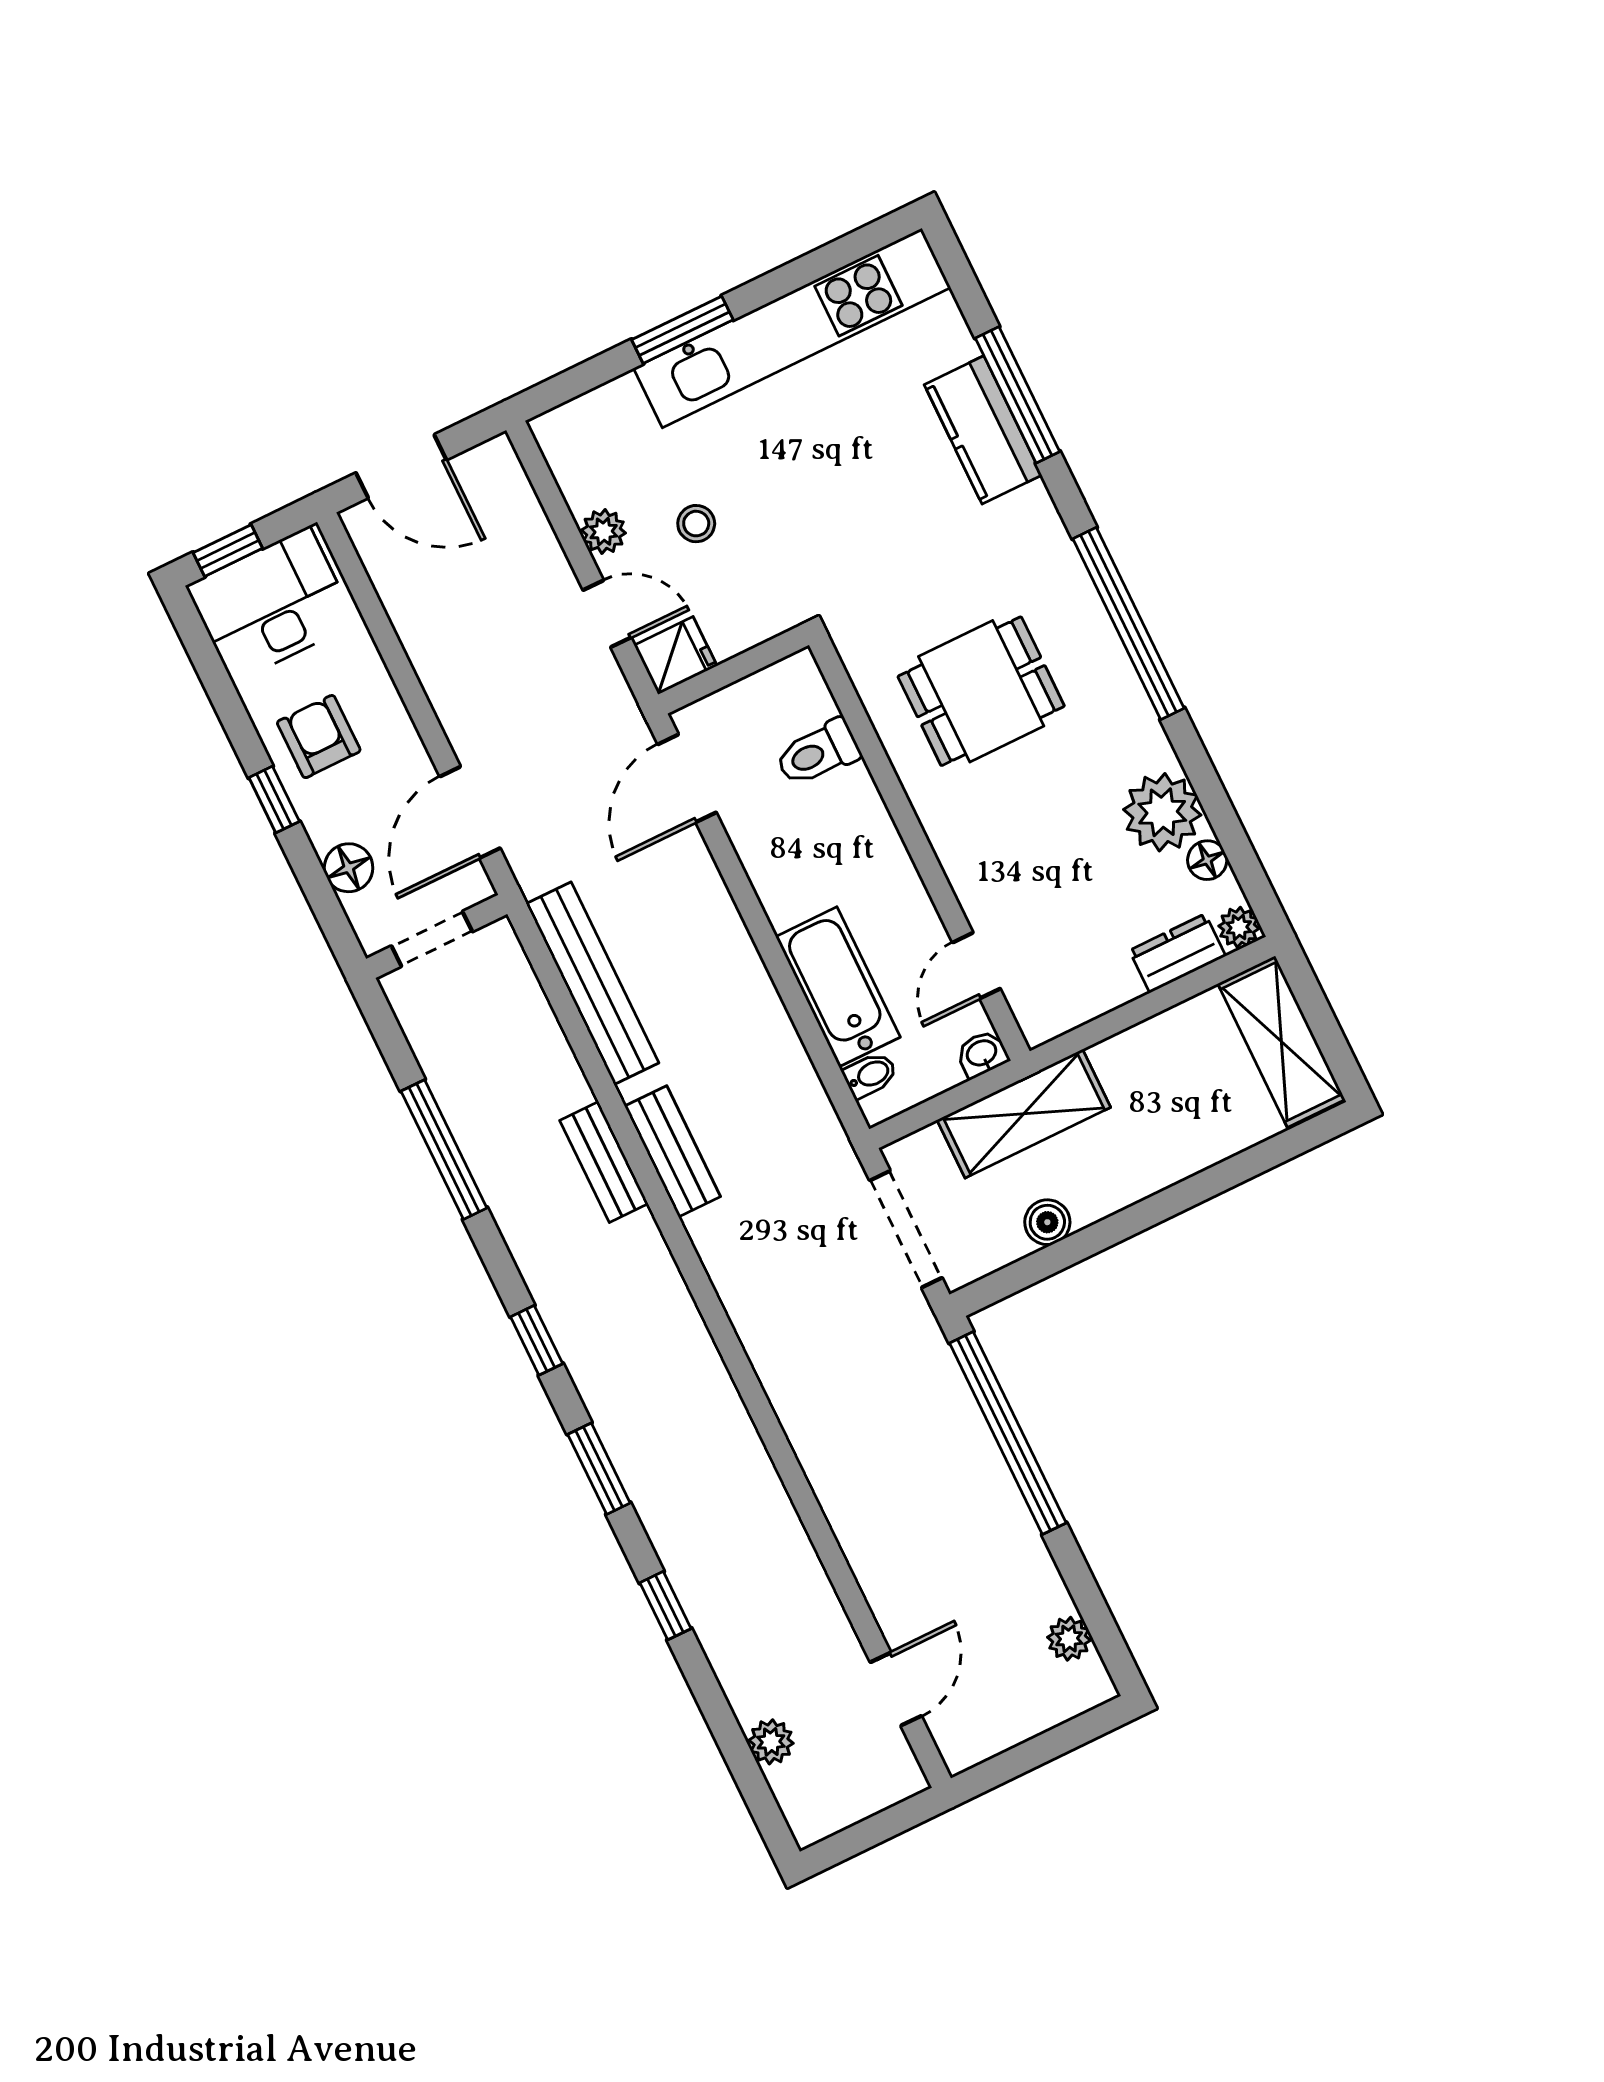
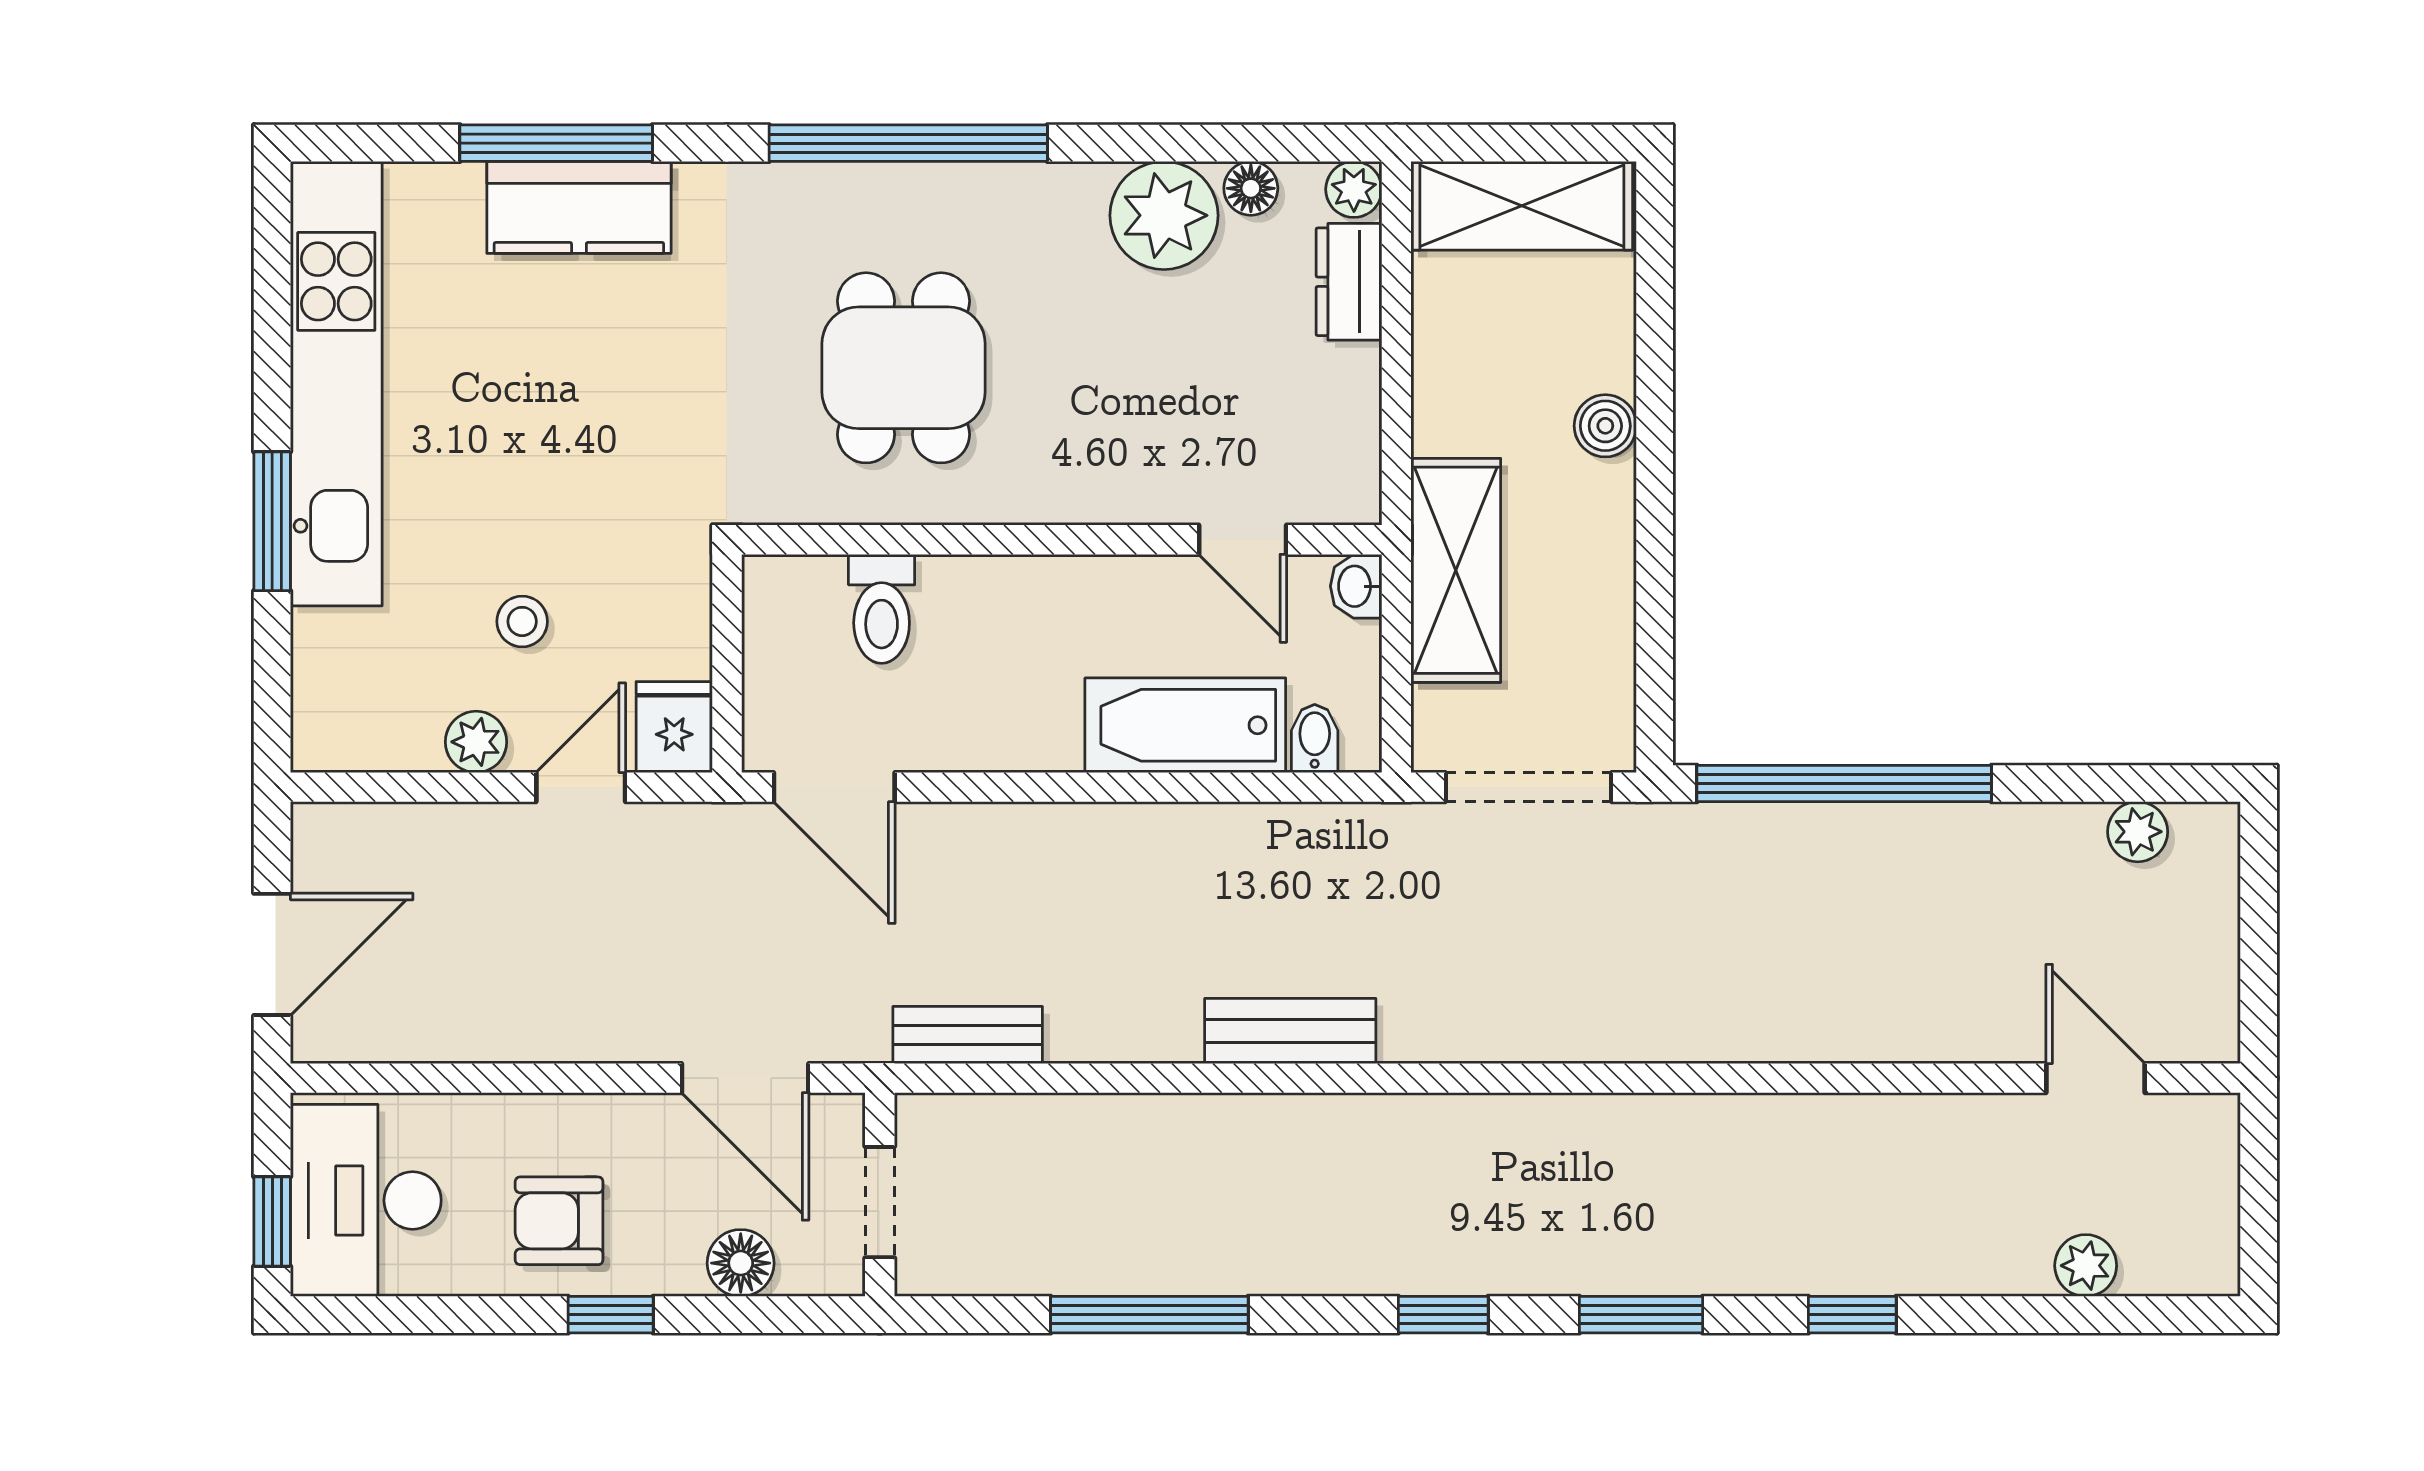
bench: (592, 983) -> (968, 1035), width x0.54, depth x0.82
bench: (604, 1162) -> (1262, 1123), removed
boiler: (1047, 1222) -> (1605, 426), moved

